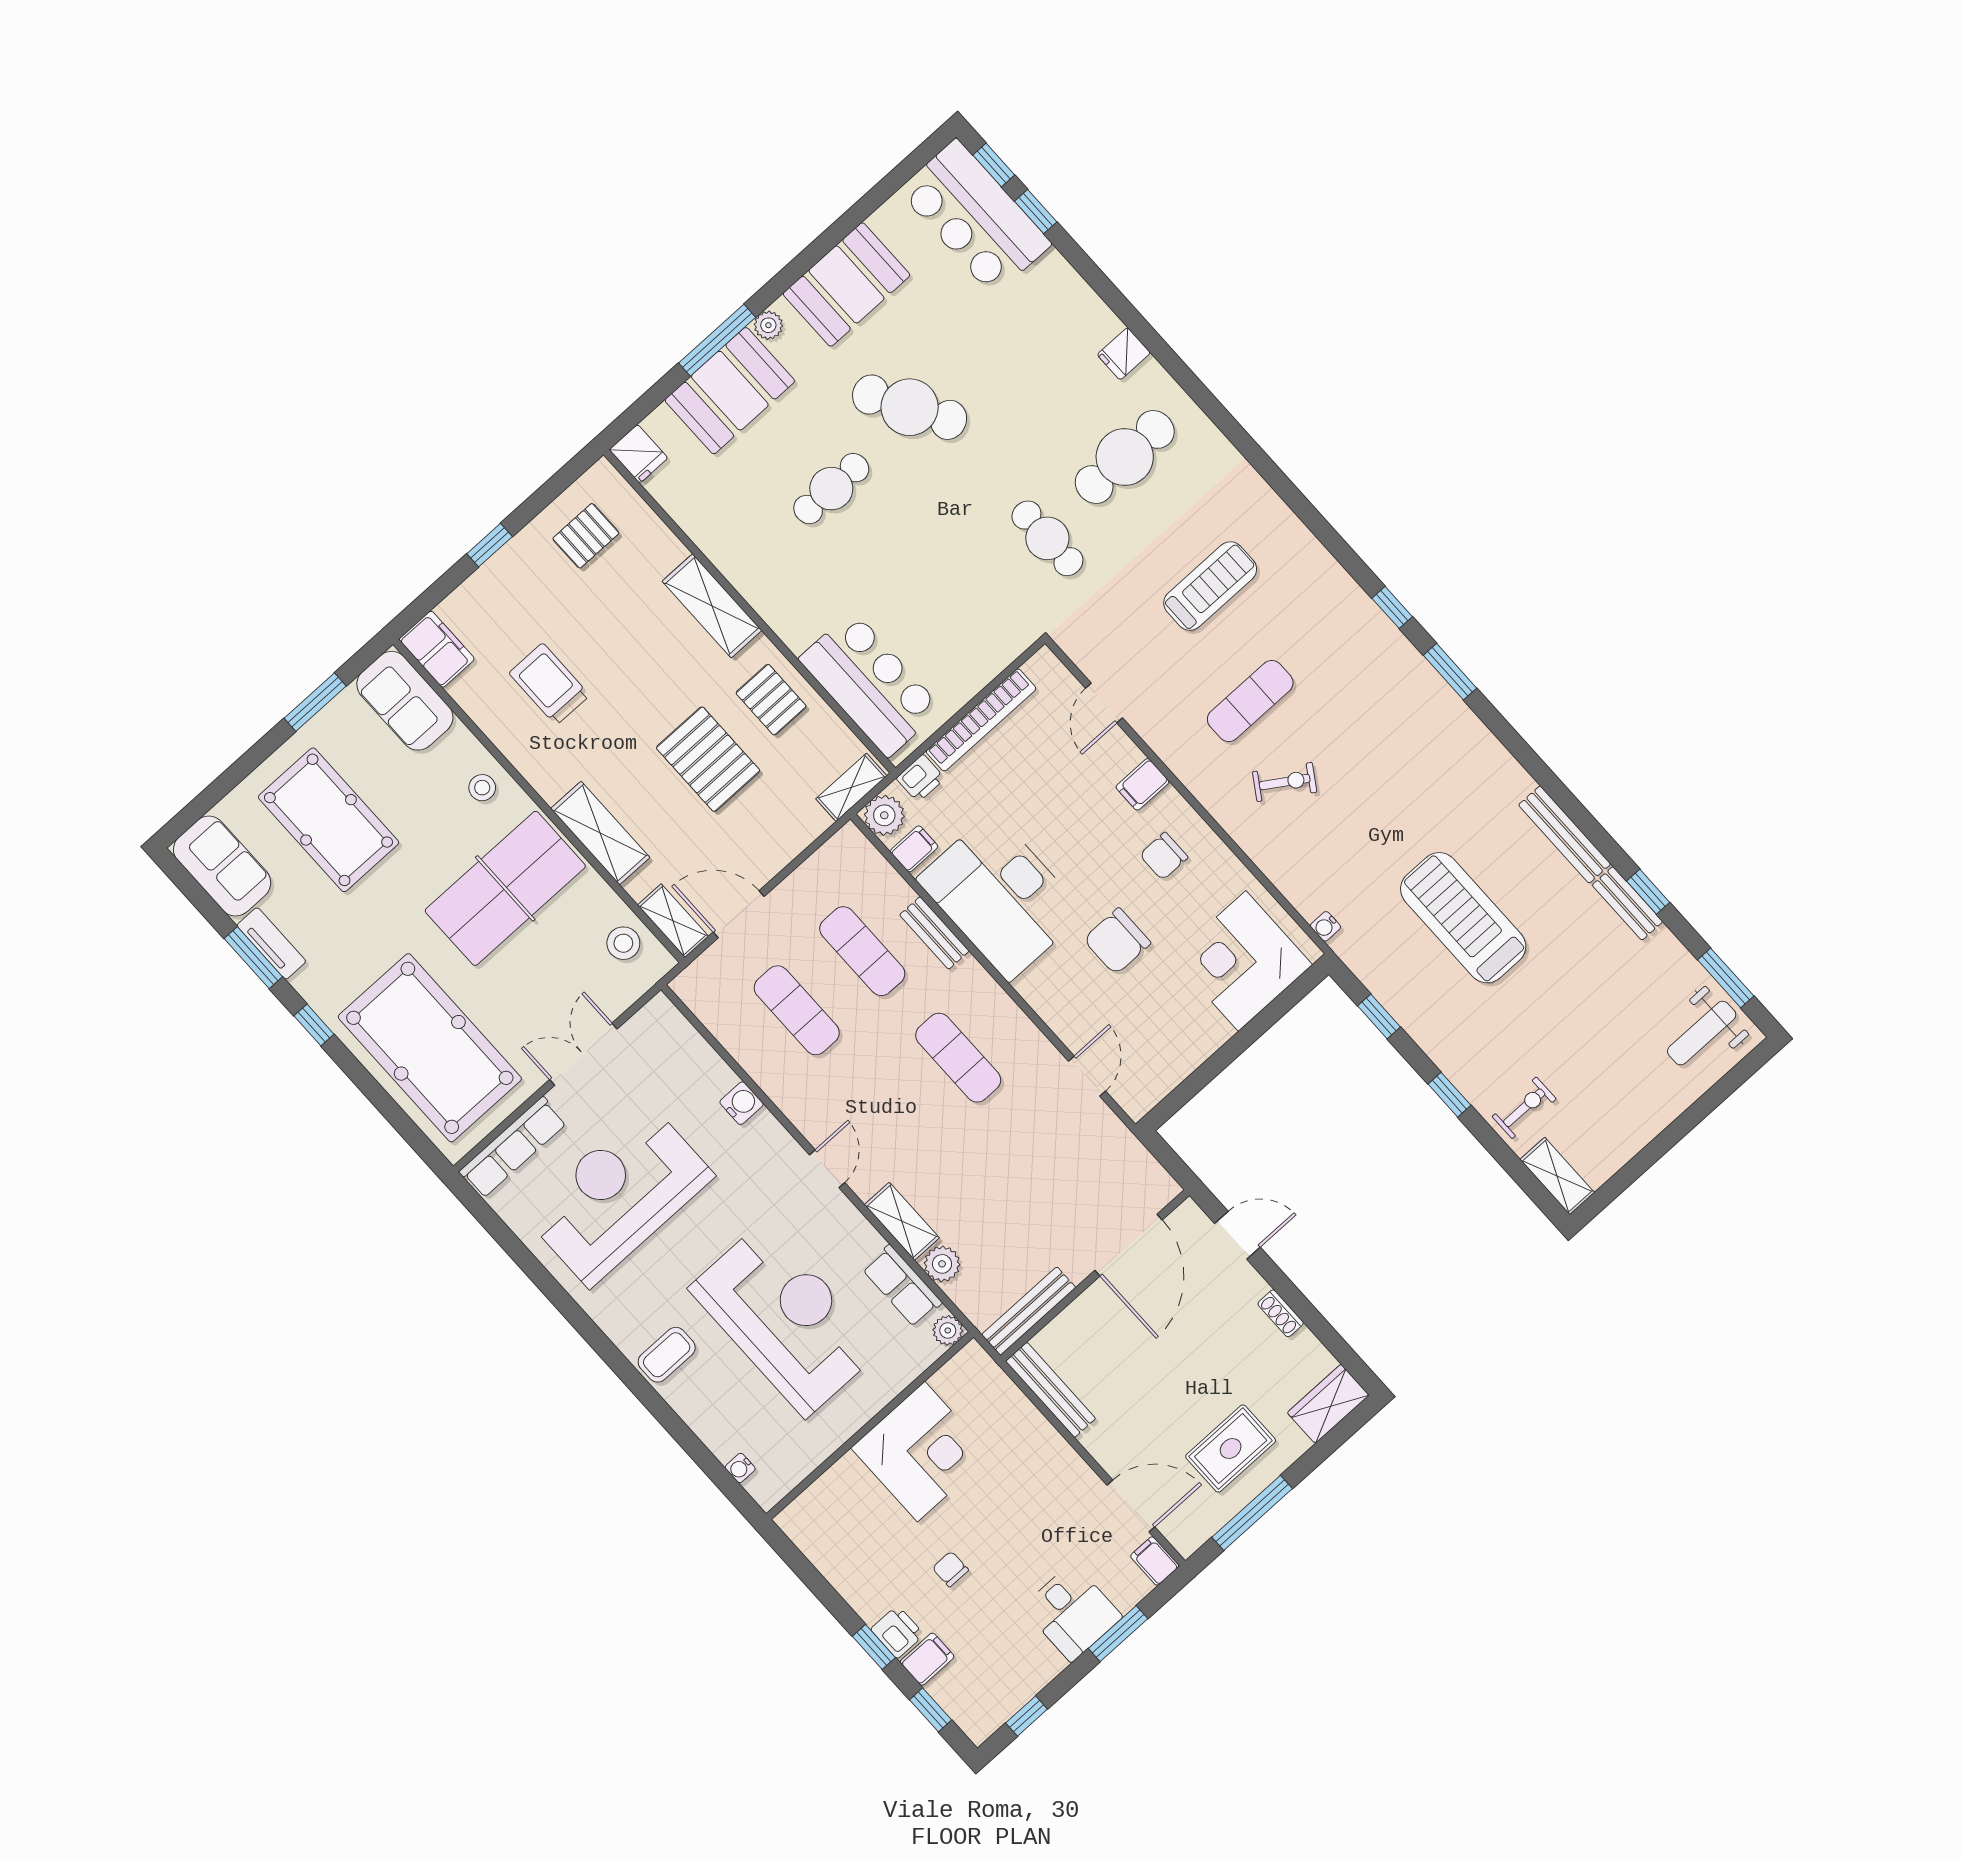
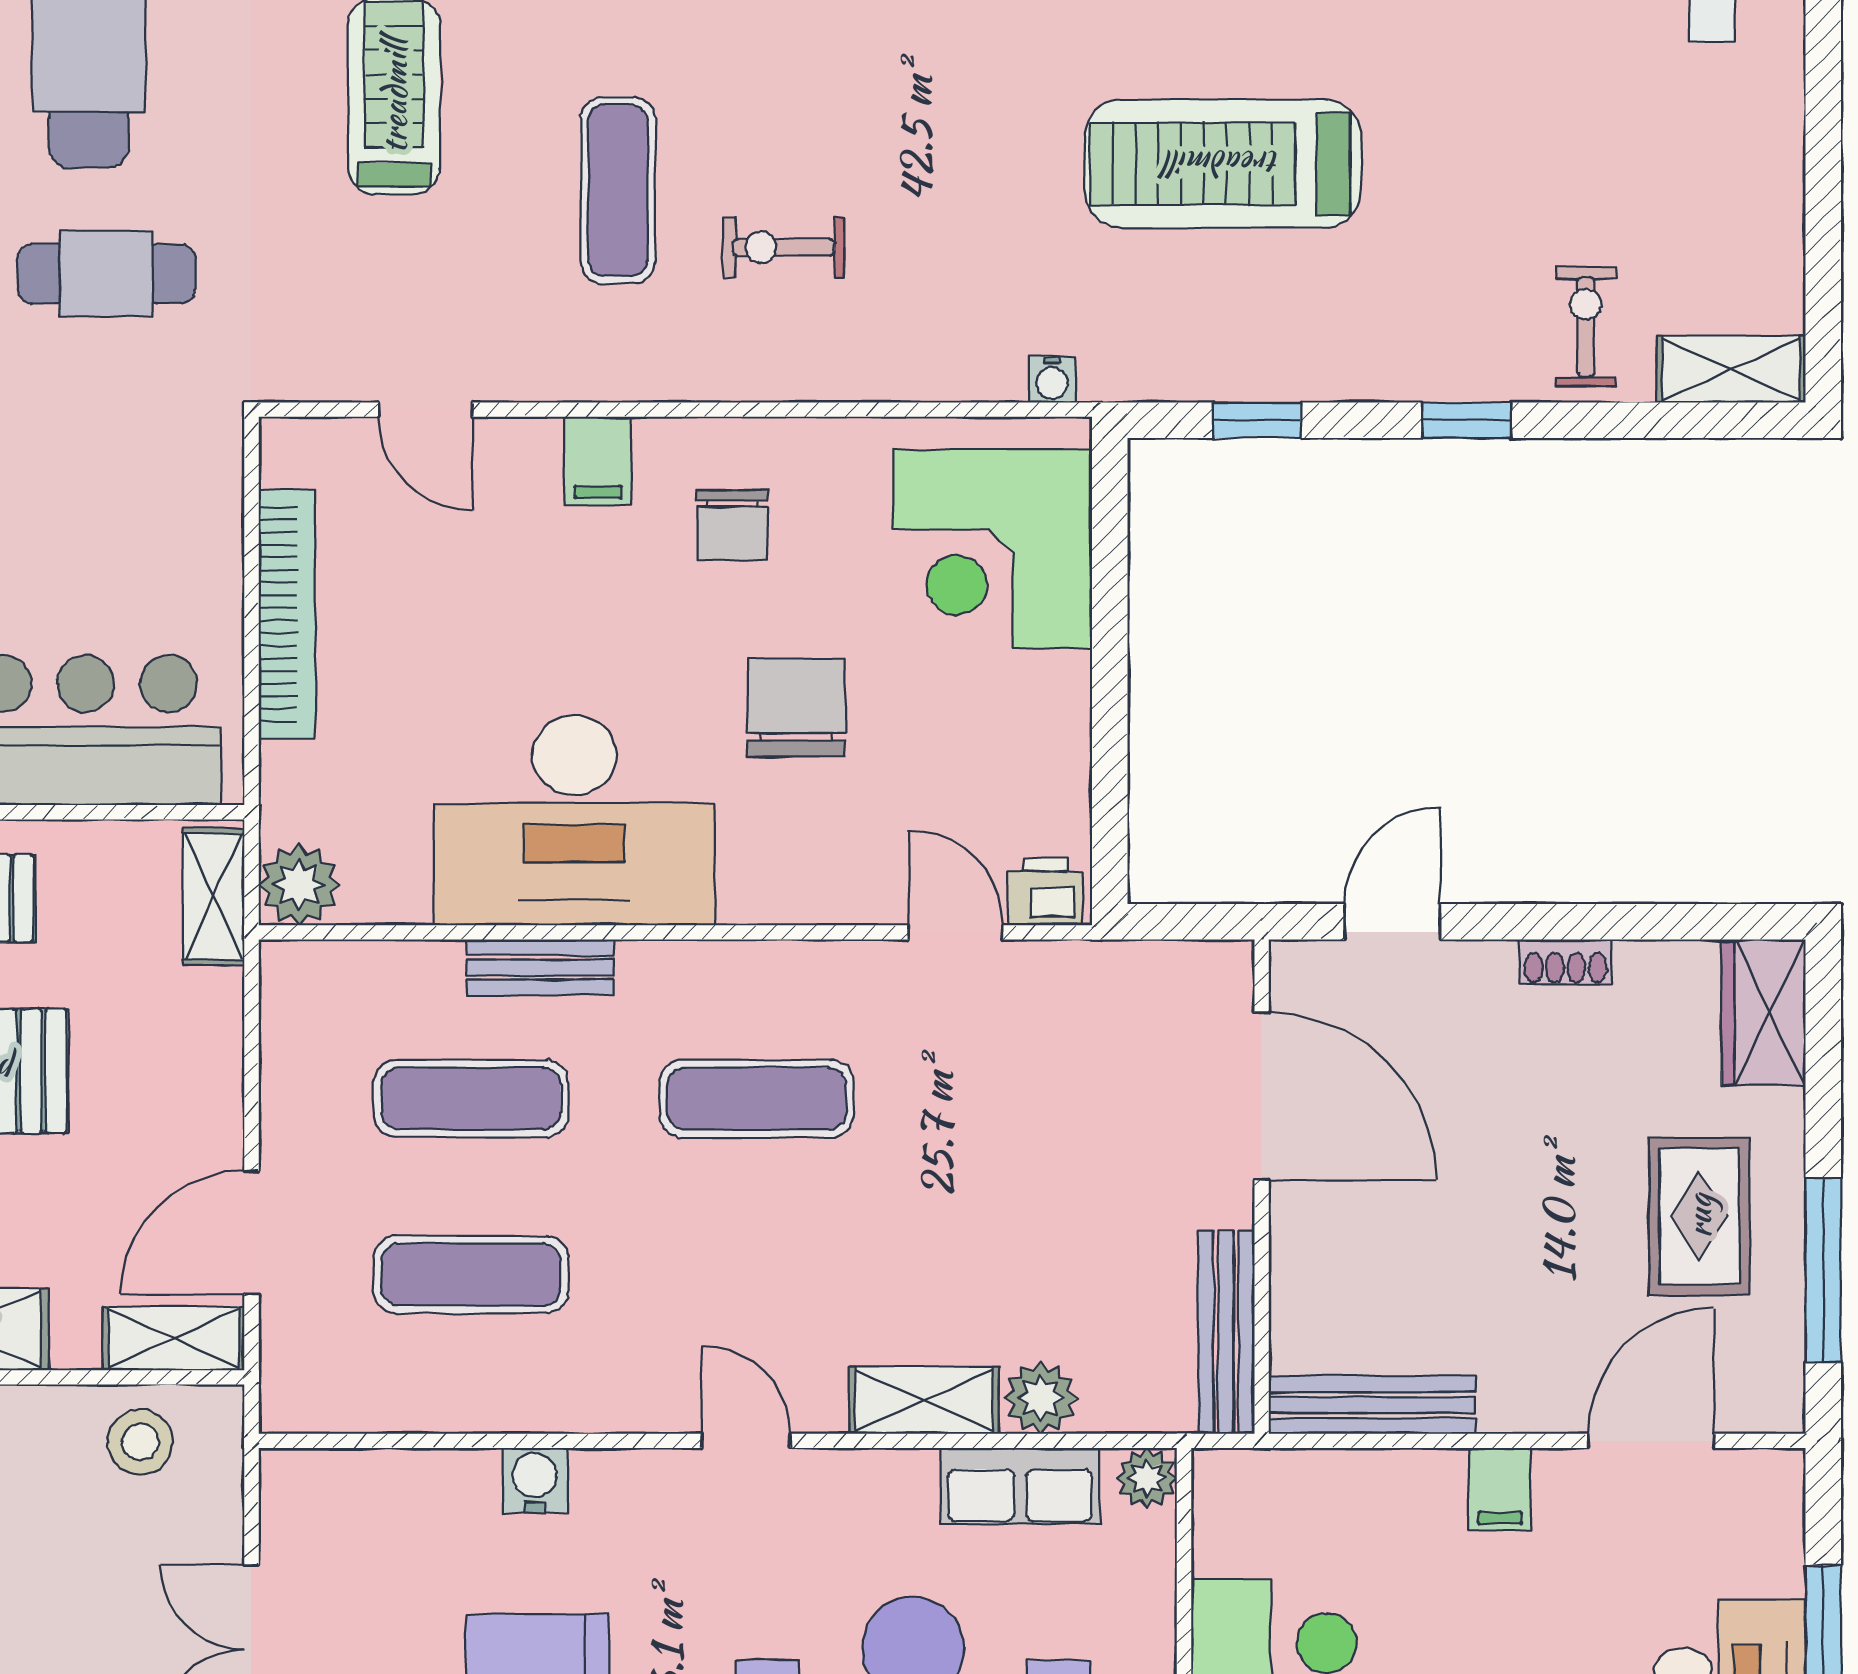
printer: (920, 778) -> (1045, 892), moved, turned -90
exercise bike: (1285, 782) -> (784, 247), turned -123
filing cabinet: (914, 849) -> (388, 885), removed
chair: (1117, 941) -> (796, 708), turned 180
filing cabinet: (1155, 1561) -> (1500, 1489), moved, turned -90

